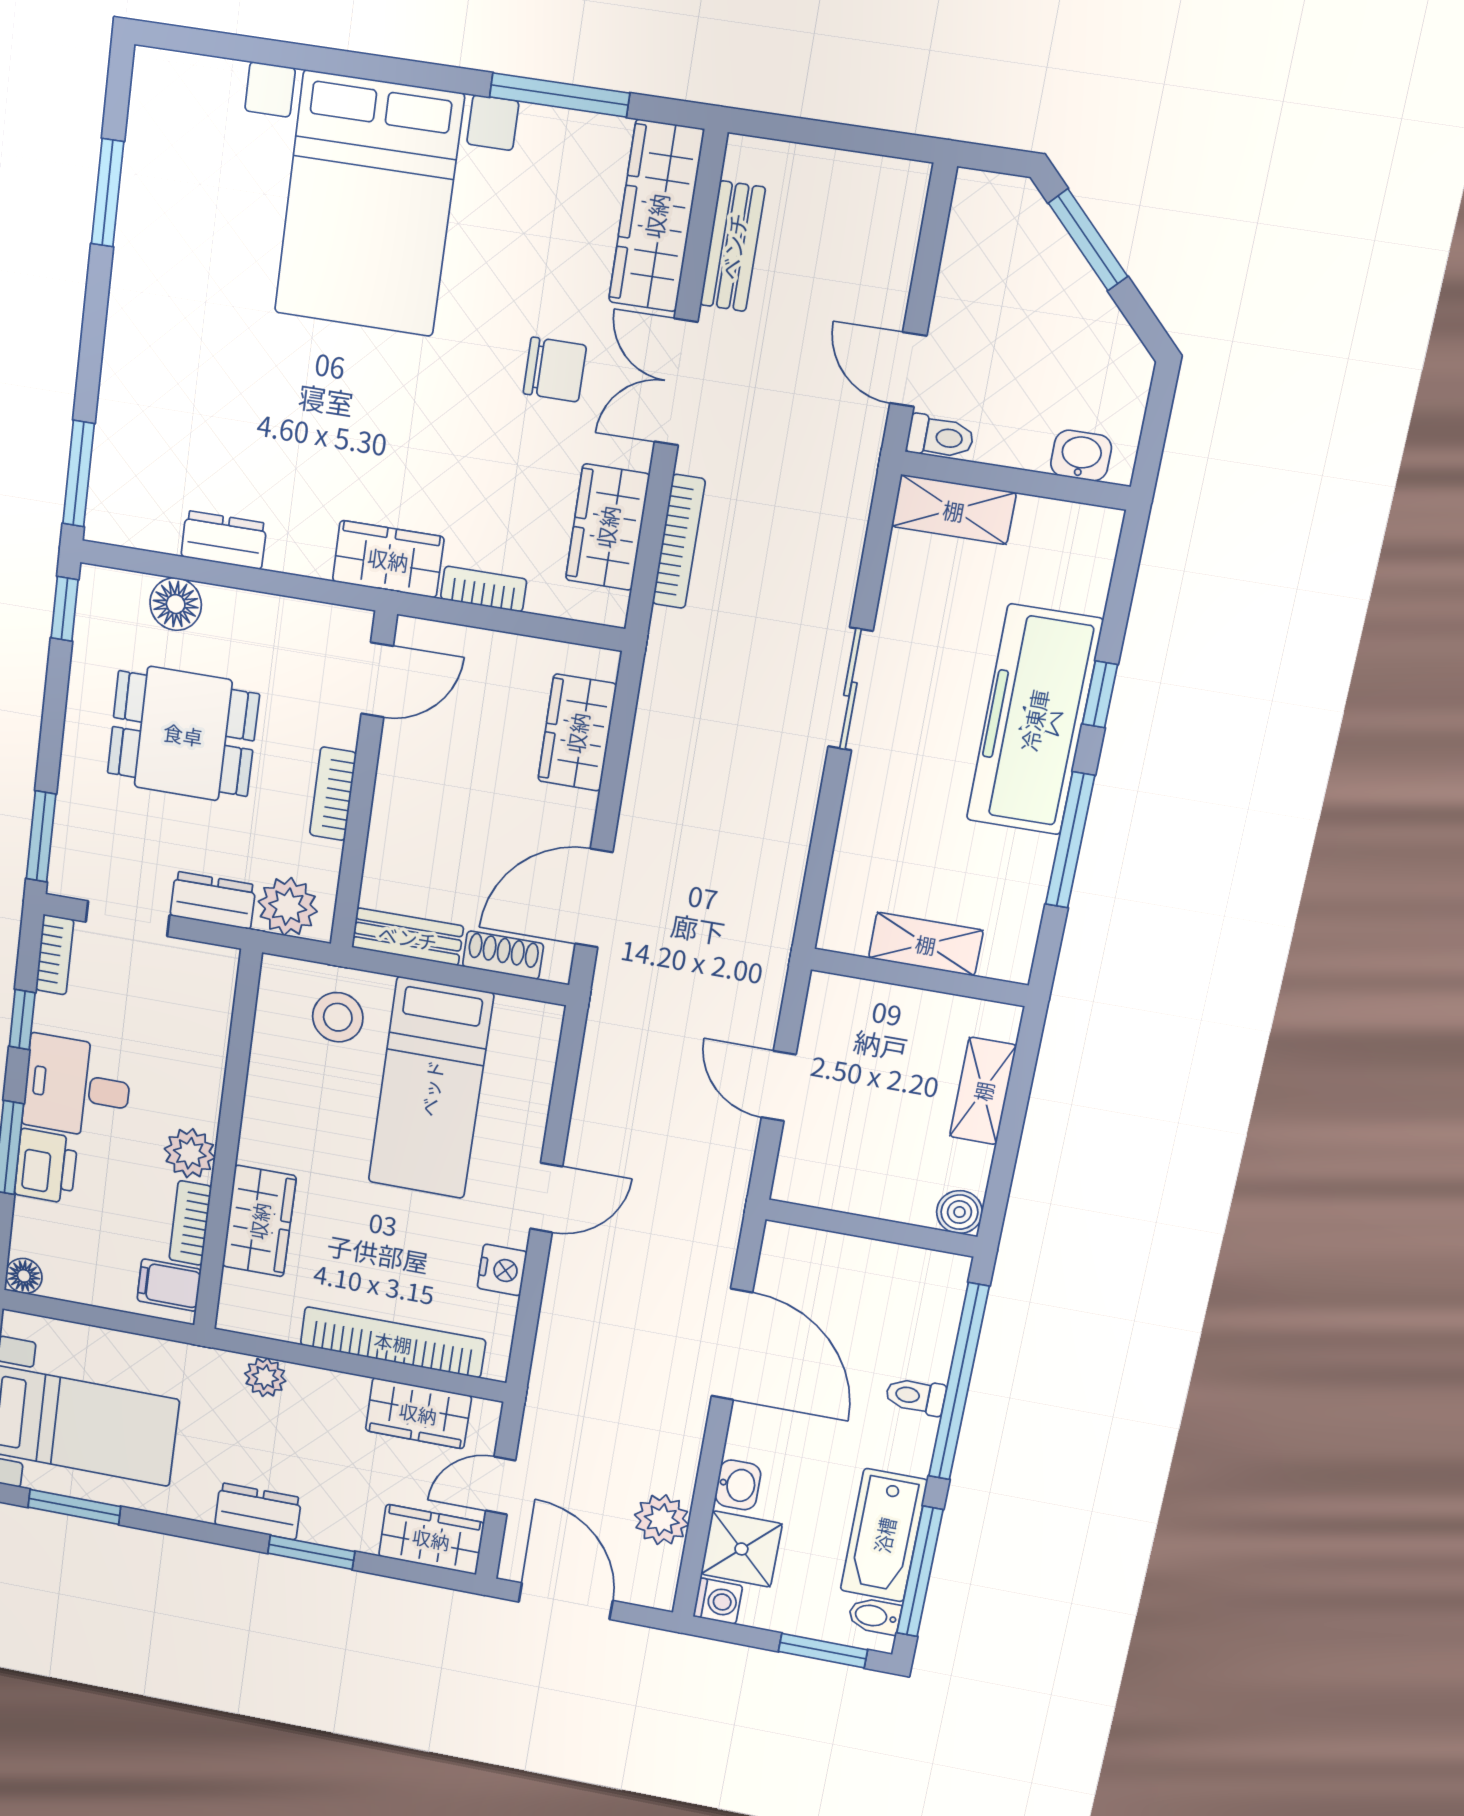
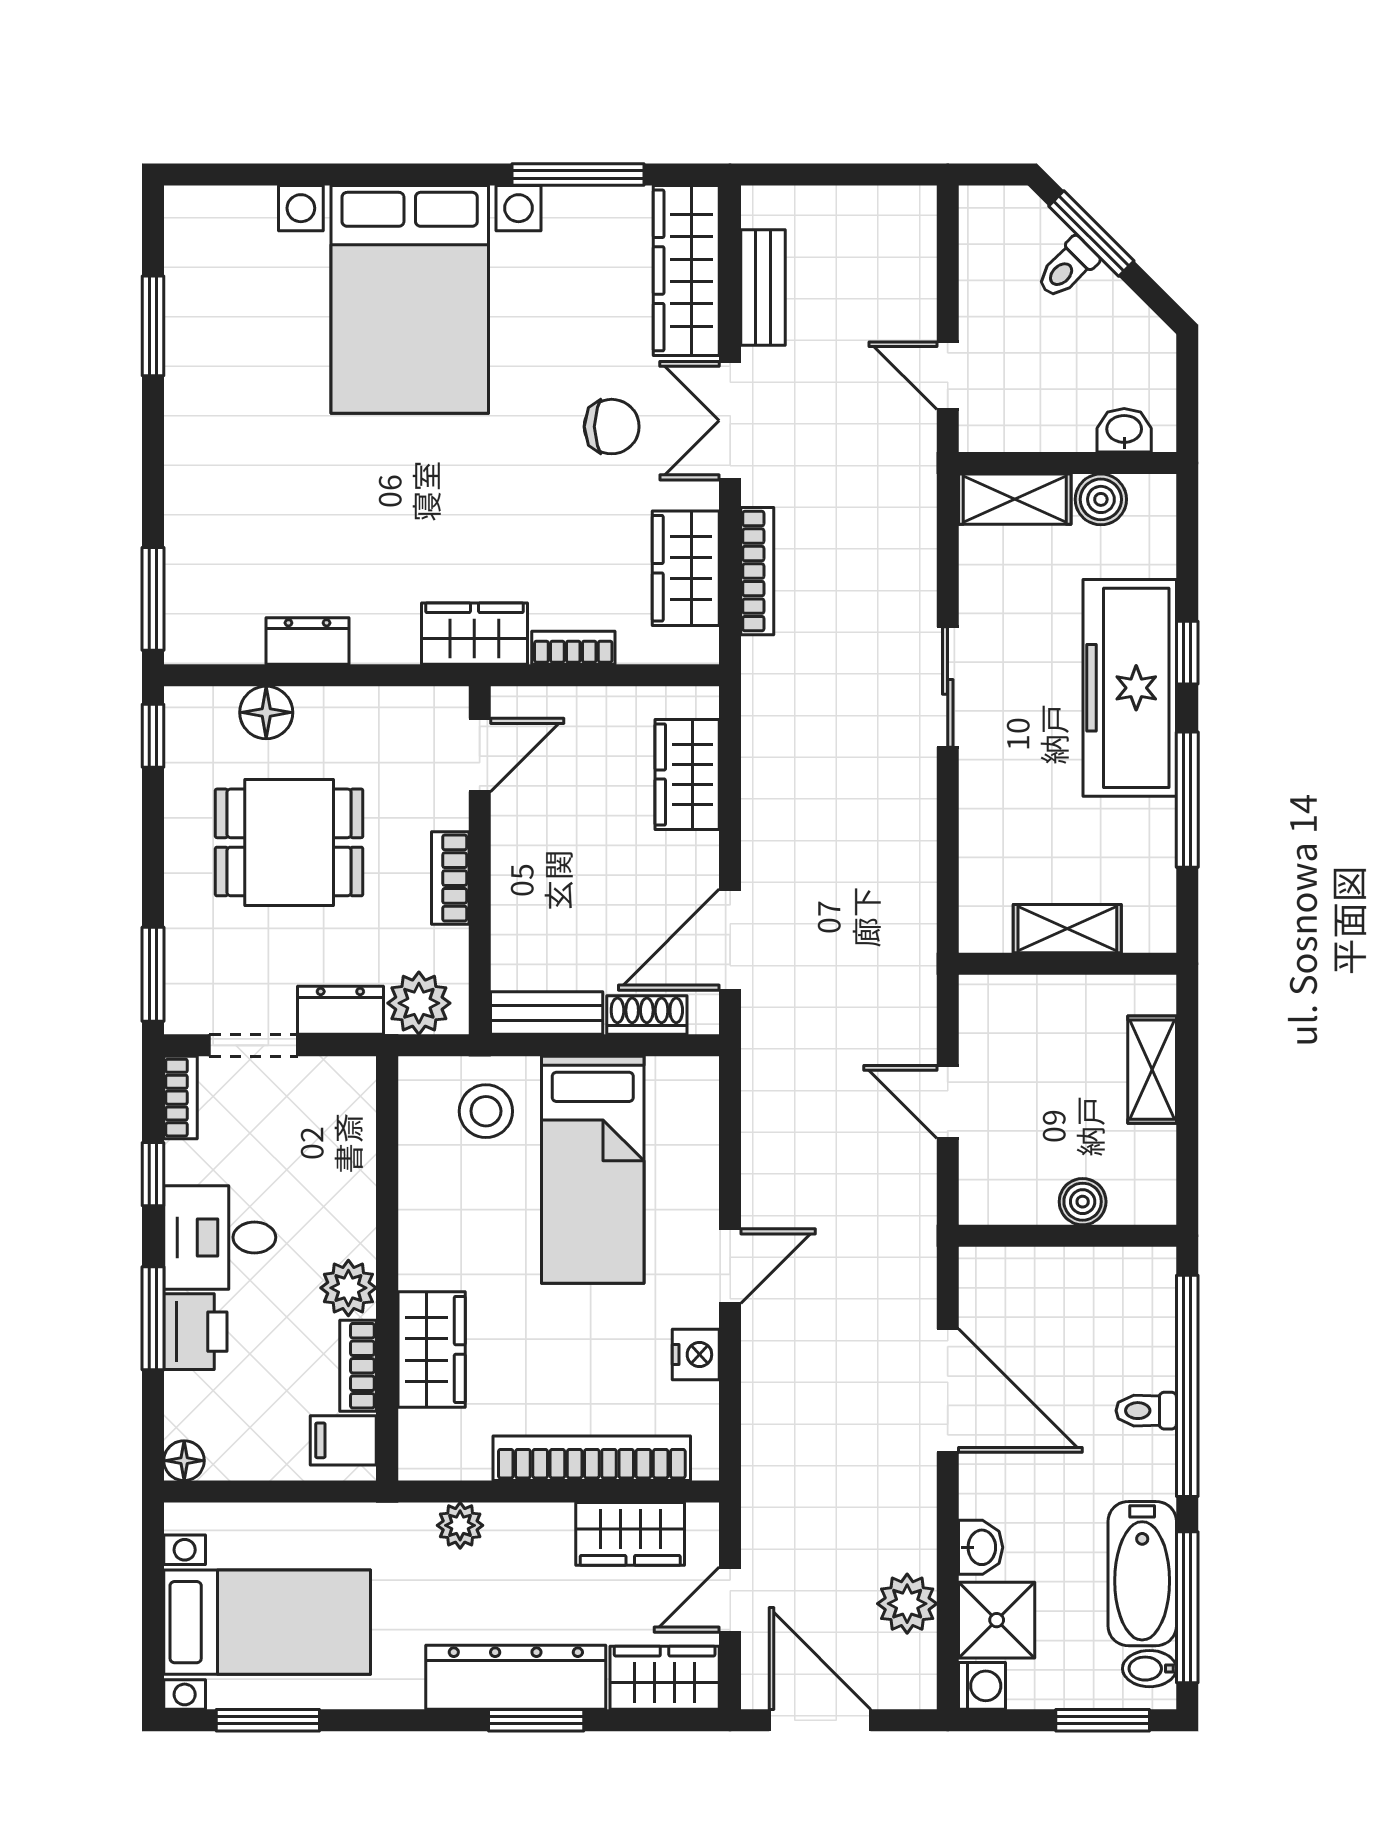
toilet: (940, 437) -> (1067, 268), moved, turned 135
boiler: (1043, 524) -> (1101, 499), added
boiler: (960, 1212) -> (1083, 1202), moved
dresser: (258, 1511) -> (516, 1677), width x1.96, depth x1.24

